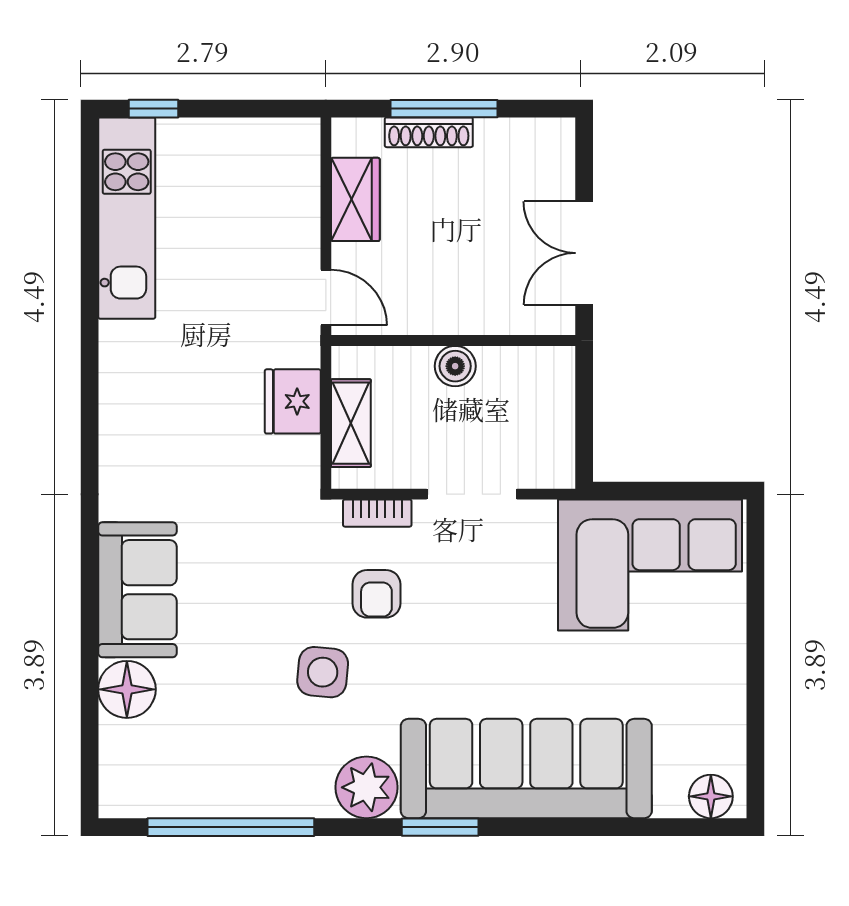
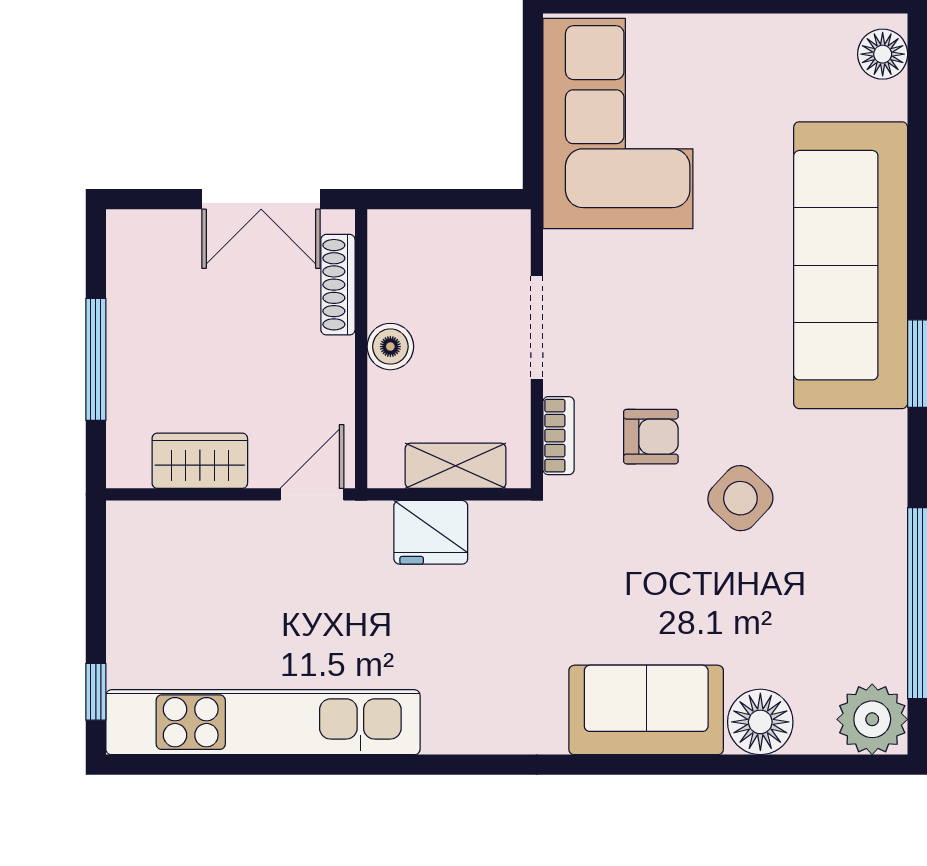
shoe rack: (429, 132) -> (338, 285), moved, turned 180
kitchen unit: (127, 218) -> (263, 722), width x1.36
side table: (323, 672) -> (740, 498), turned 38
plant: (366, 787) -> (872, 719), moved

